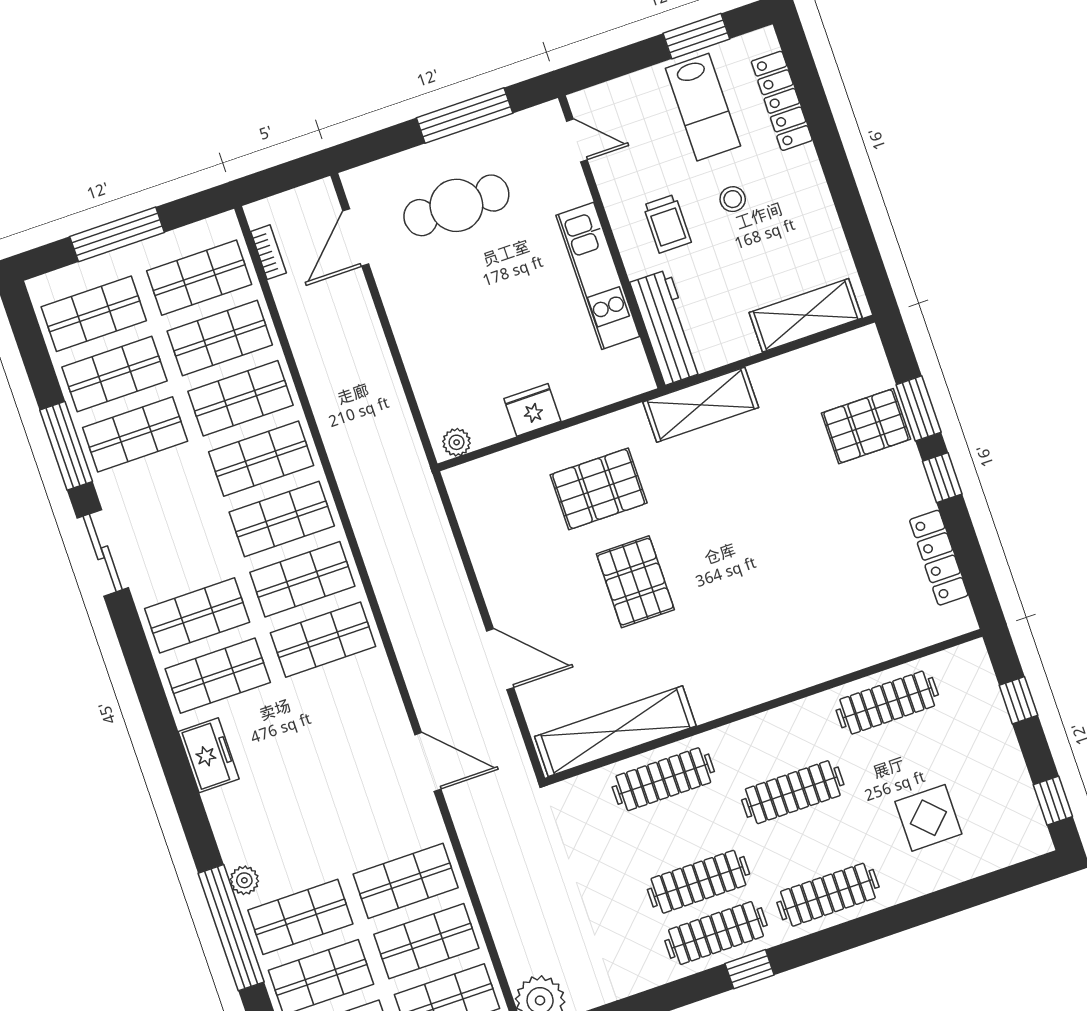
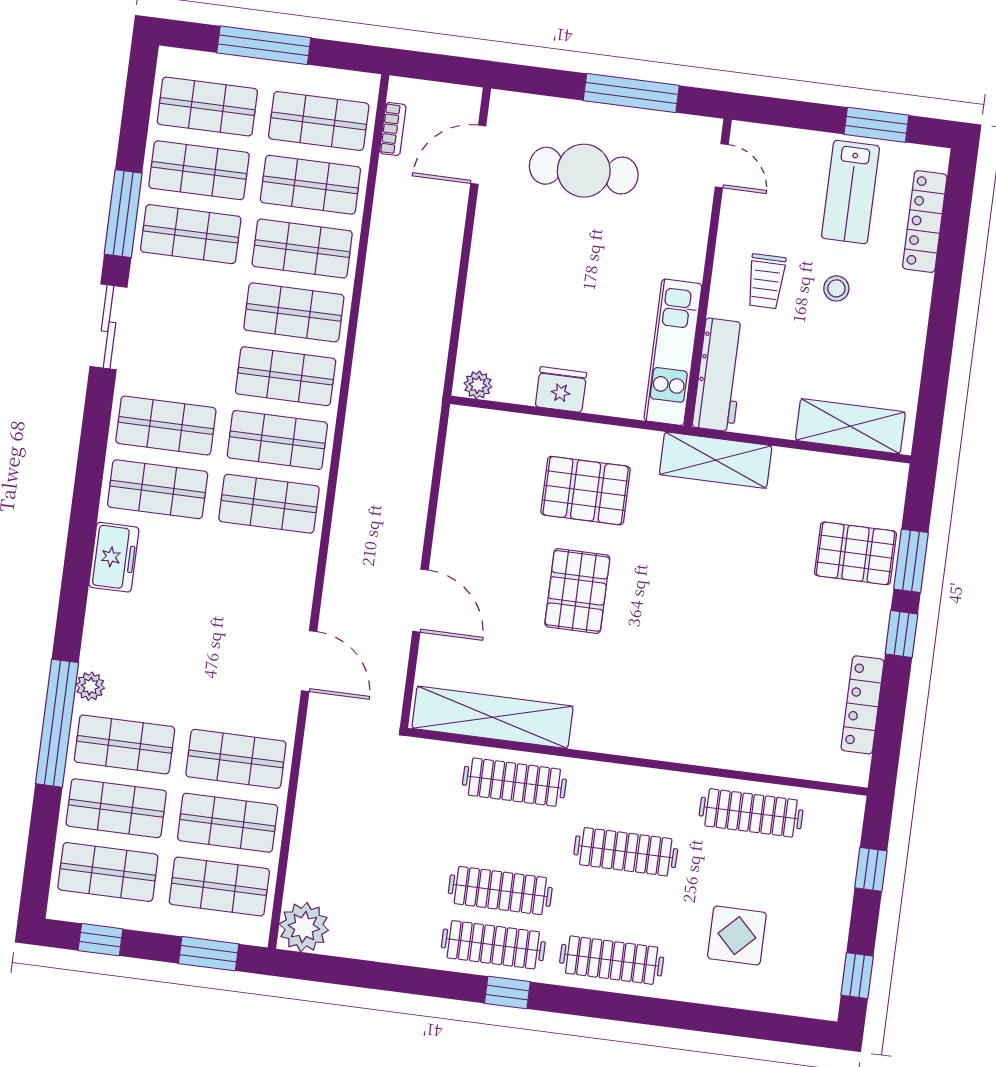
kitchen unit: (598, 276) -> (673, 352), moved

